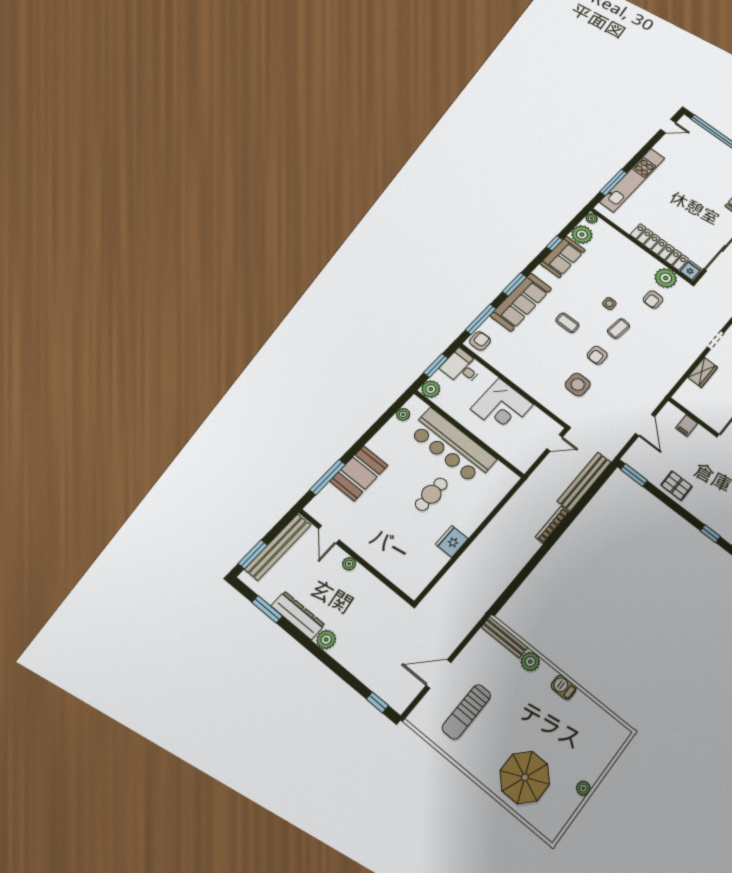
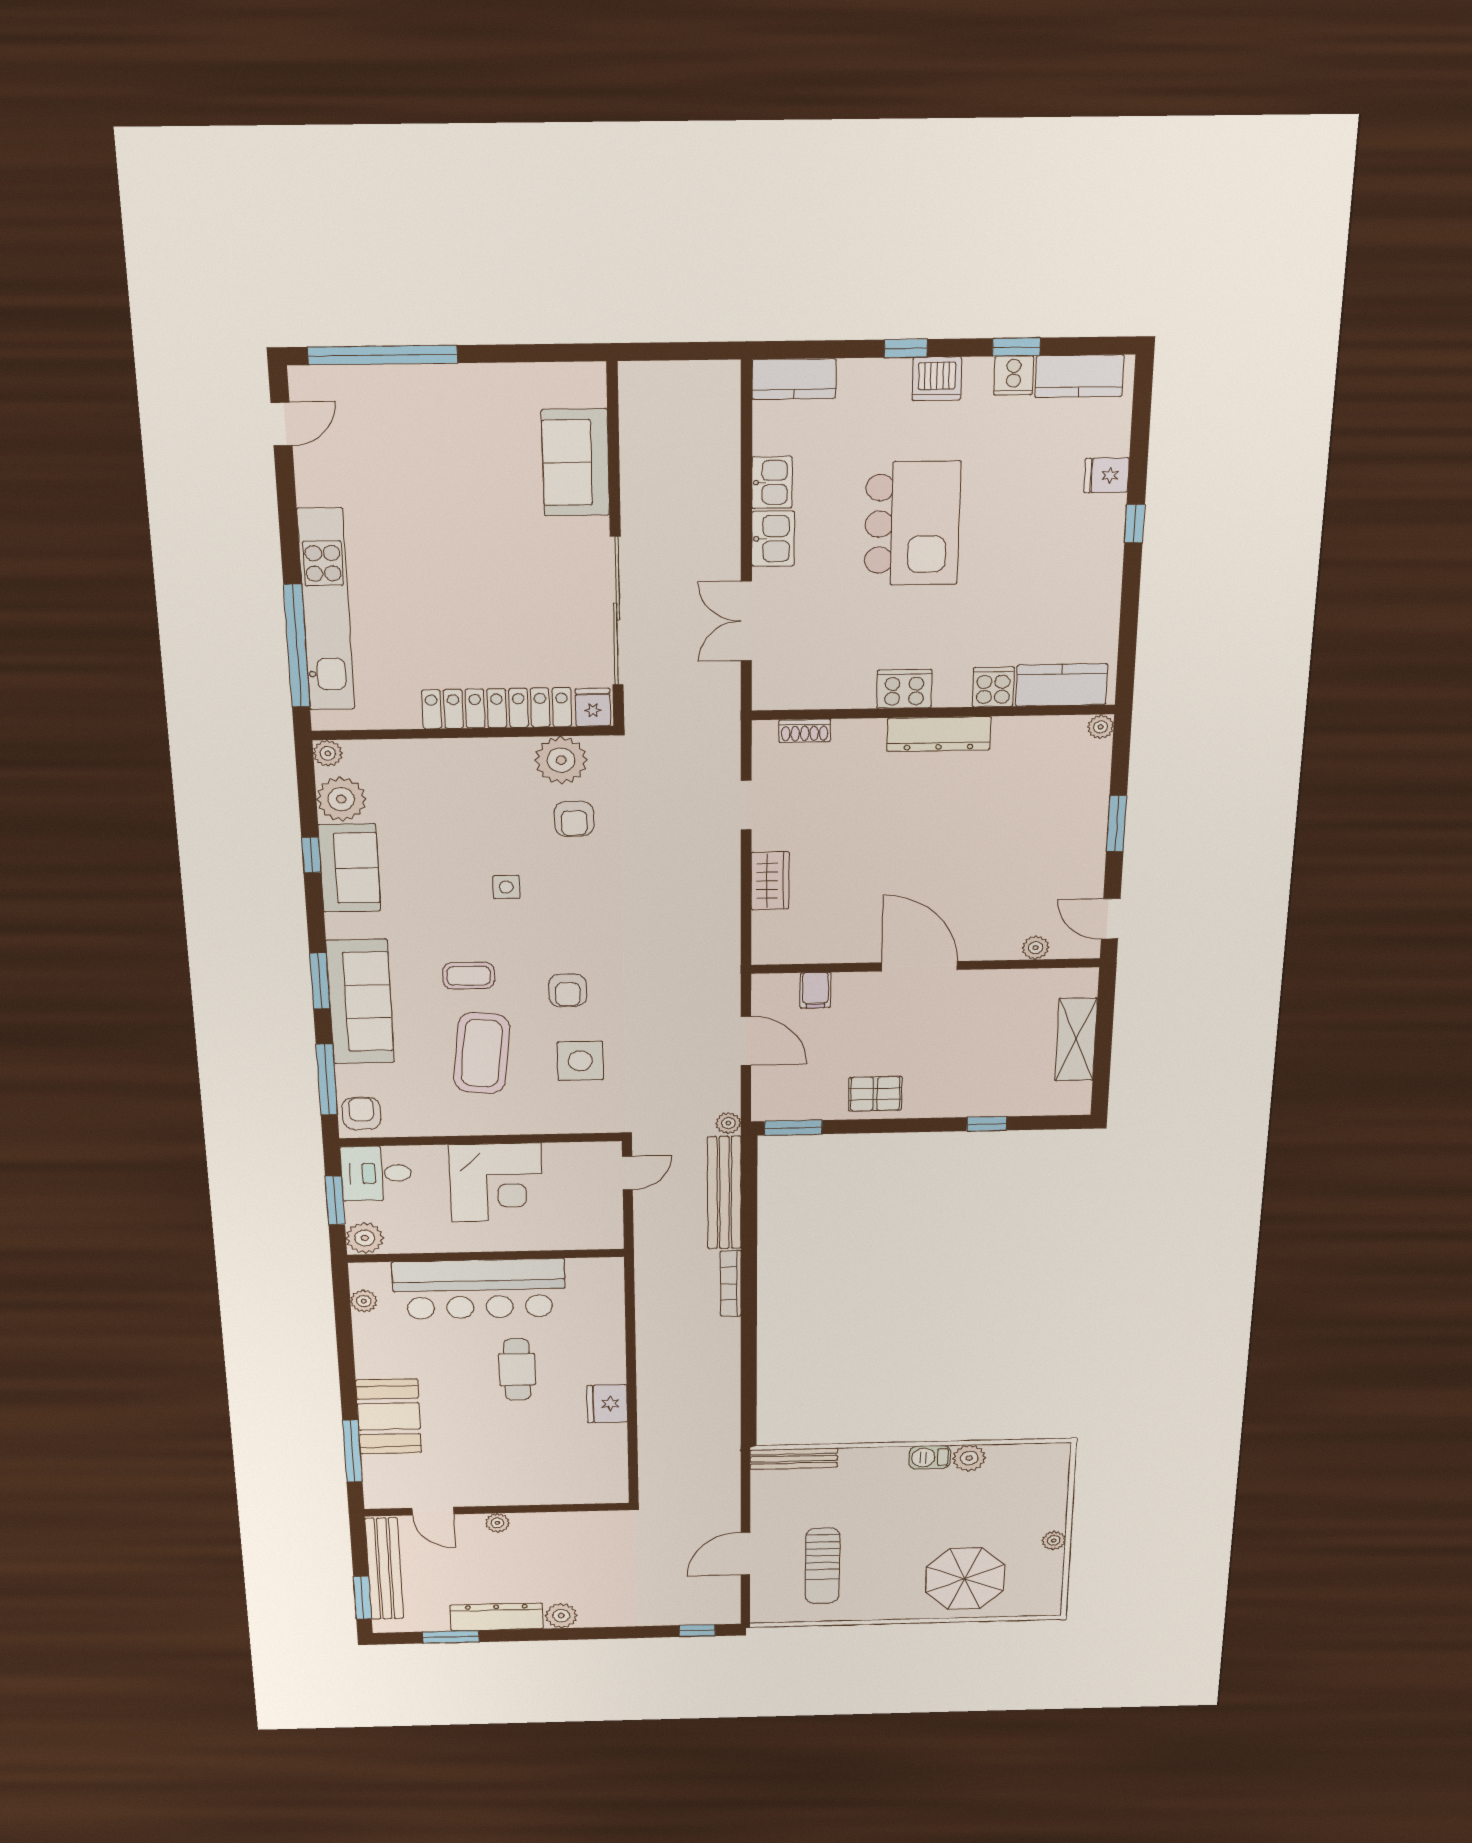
window: (613, 182) -> (297, 646), width x1.46
coffee table: (618, 329) -> (482, 1053), moved, width x1.86, depth x1.72
plant: (611, 453) -> (728, 1123), added
plant: (530, 662) -> (969, 1458), moved

